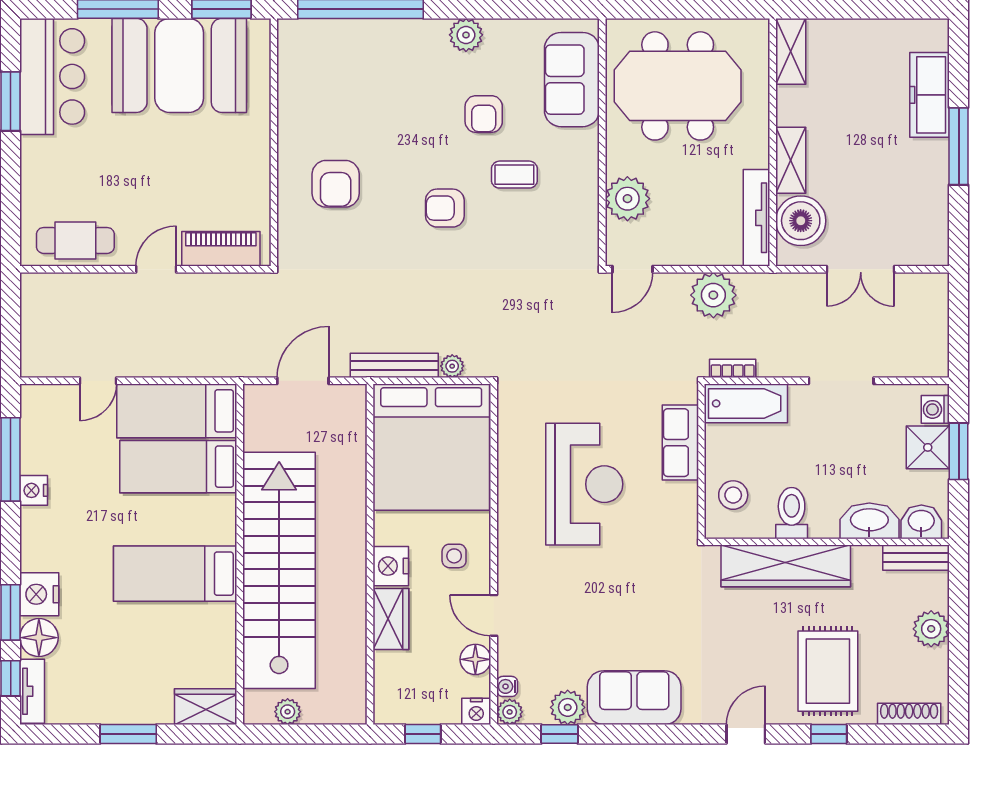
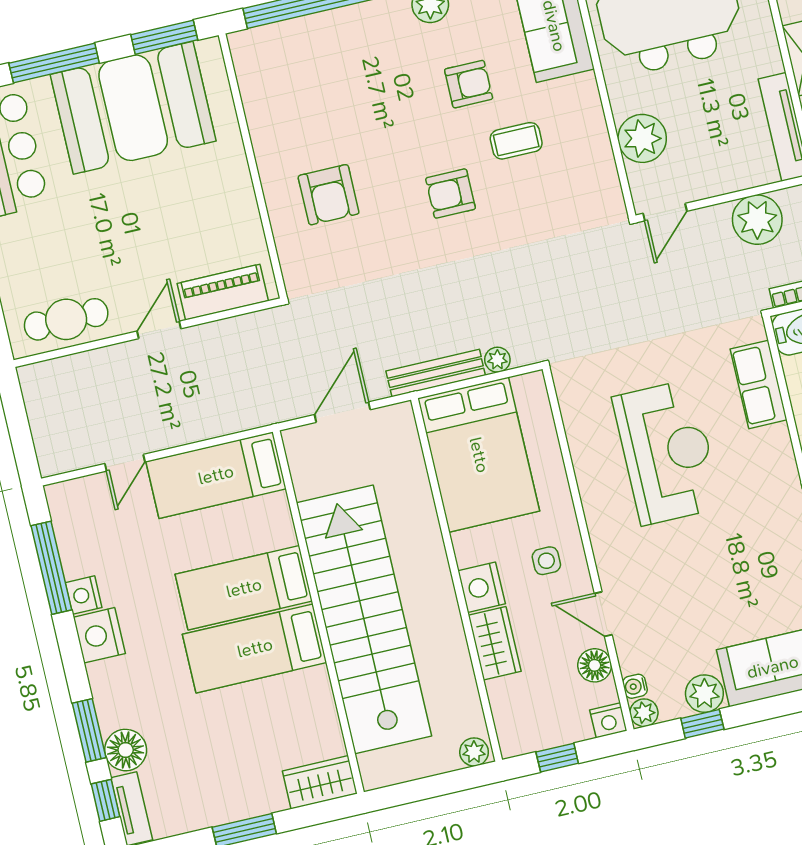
armchair: (484, 114) -> (469, 84), turned -90
bed: (431, 447) -> (479, 455), width x0.73
bed: (178, 467) -> (244, 588), moved
nightstand: (39, 594) -> (99, 635), moved
plant: (288, 712) -> (474, 752), moved

